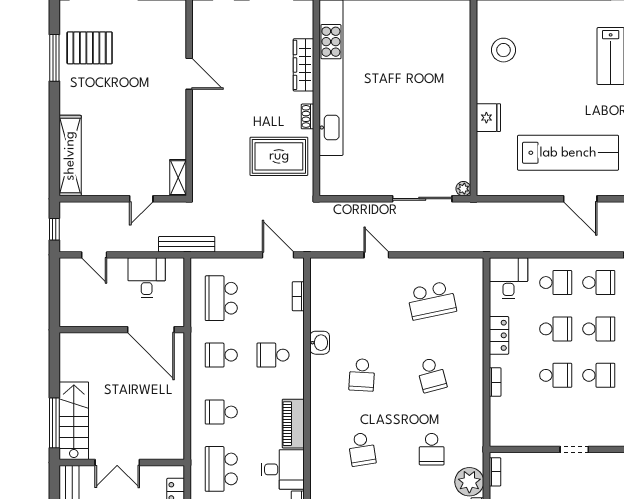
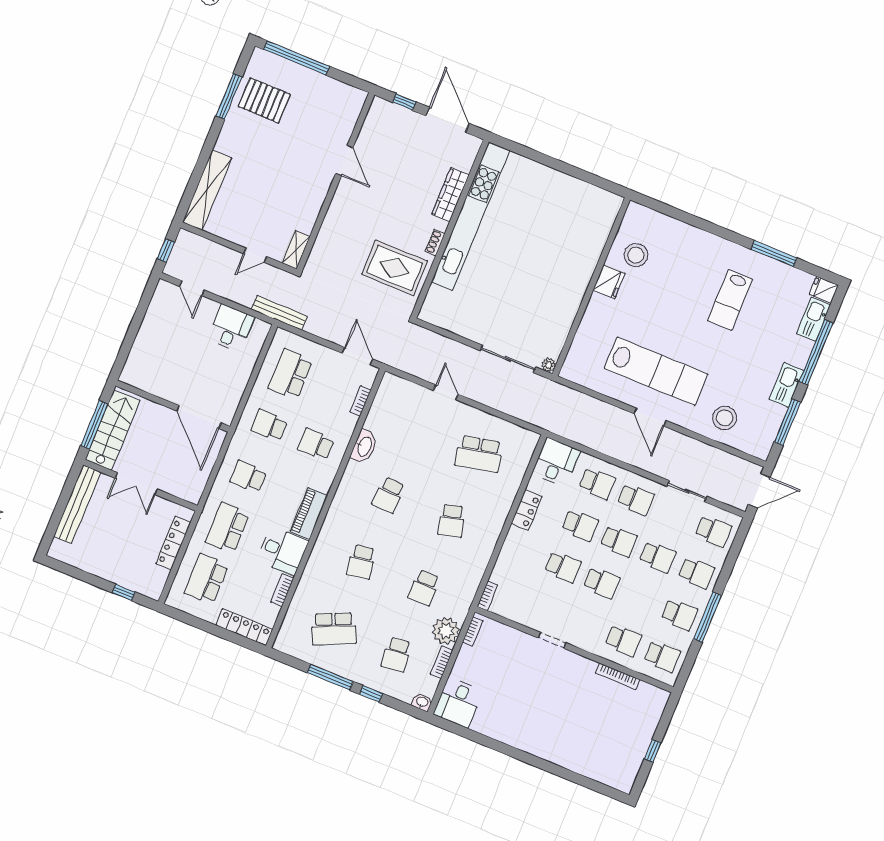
fridge: (488, 118) -> (609, 282), moved
wall: (122, 330) -> (173, 406), moved
door: (151, 330) -> (199, 417), moved
washbasin: (320, 343) -> (364, 446), width x1.38
bookcase: (495, 382) -> (487, 596), moved

